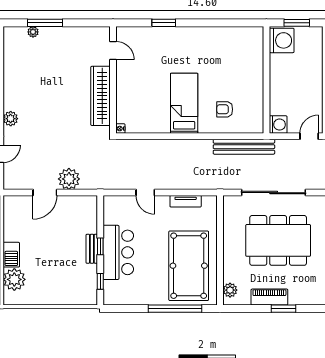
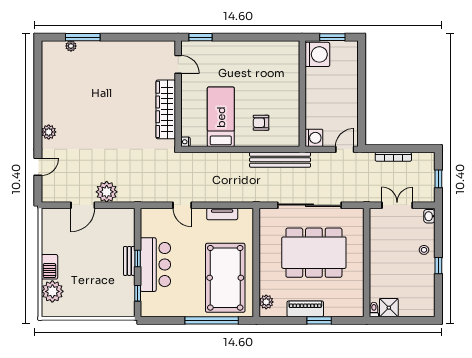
door: (113, 50) -> (178, 64), moved
wall: (113, 80) -> (178, 94), moved
wardrobe: (101, 96) -> (166, 109), moved
nightstand: (120, 129) -> (185, 142), moved

